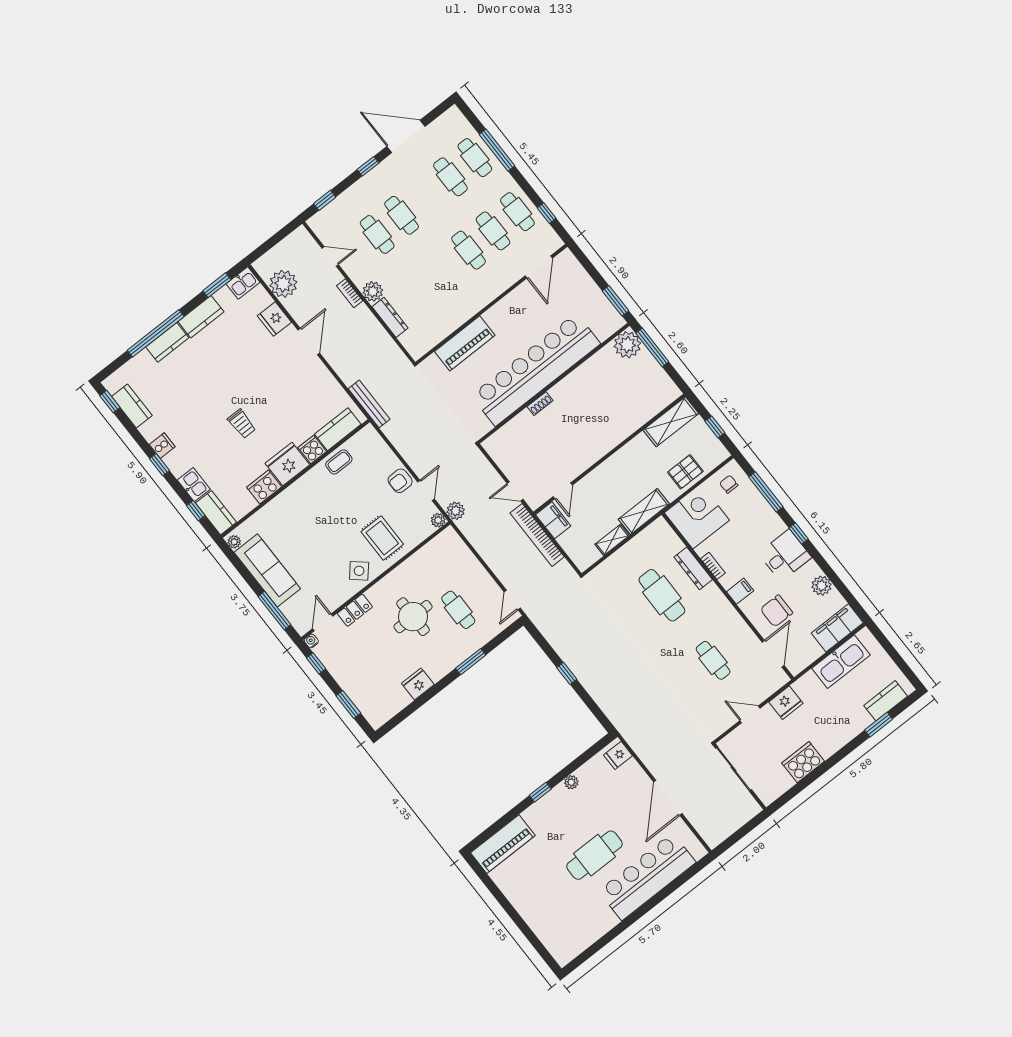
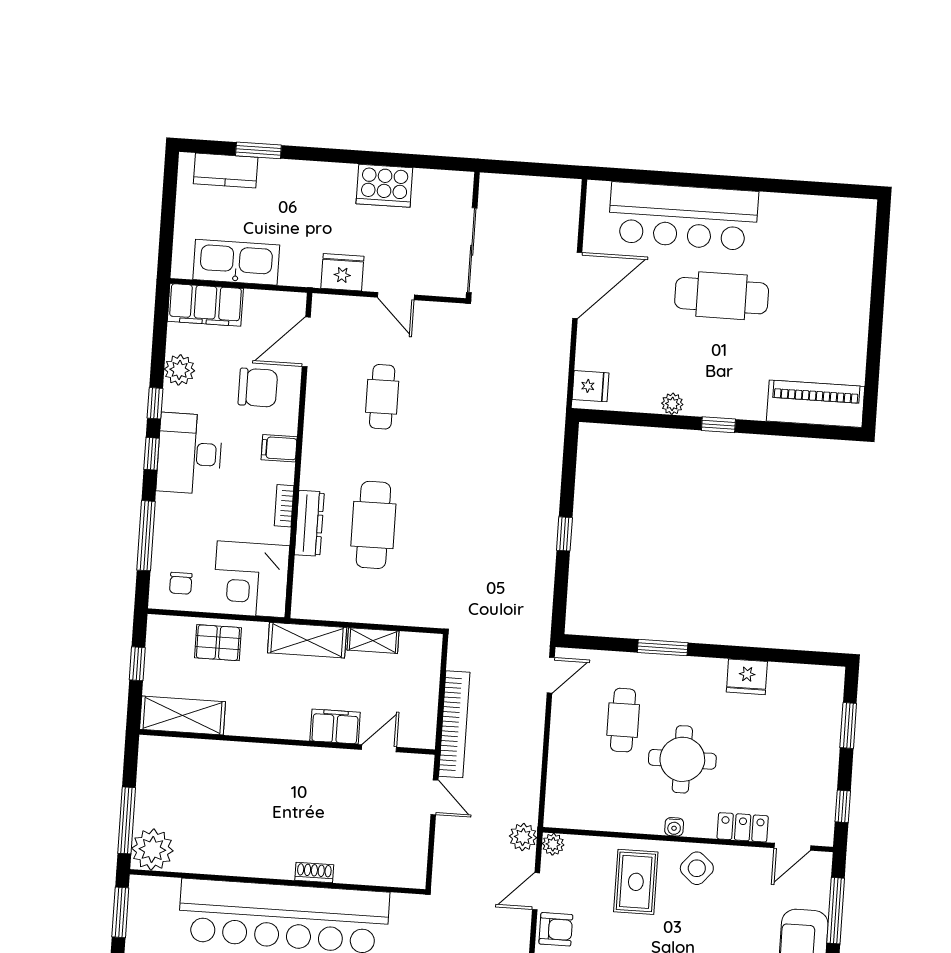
filing cabinet: (553, 520) -> (335, 727), moved, turned 90
desk: (785, 555) -> (189, 454), width x1.37
window: (819, 559) -> (155, 403), added
water cooler: (311, 641) -> (674, 827), moved

